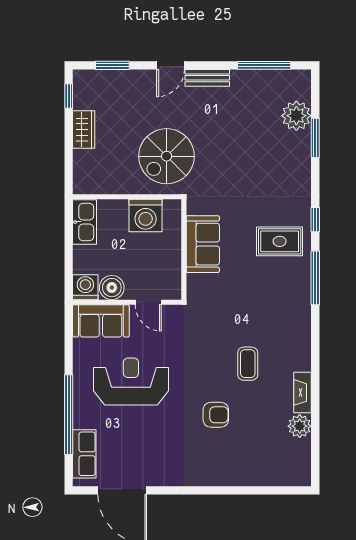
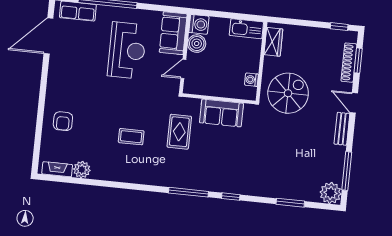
shoe rack: (116, 78) -> (349, 63), added
plant: (296, 116) -> (331, 193), moved
wardrobe: (84, 129) -> (273, 42), moved, turned -90
spiral stairs: (167, 156) -> (288, 93), turned 90
washing machine: (146, 216) -> (251, 80), width x0.53, depth x0.53
rug: (280, 241) -> (179, 132), moved
fireplace: (303, 392) -> (57, 169), moved
armchair: (216, 415) -> (63, 121), moved

